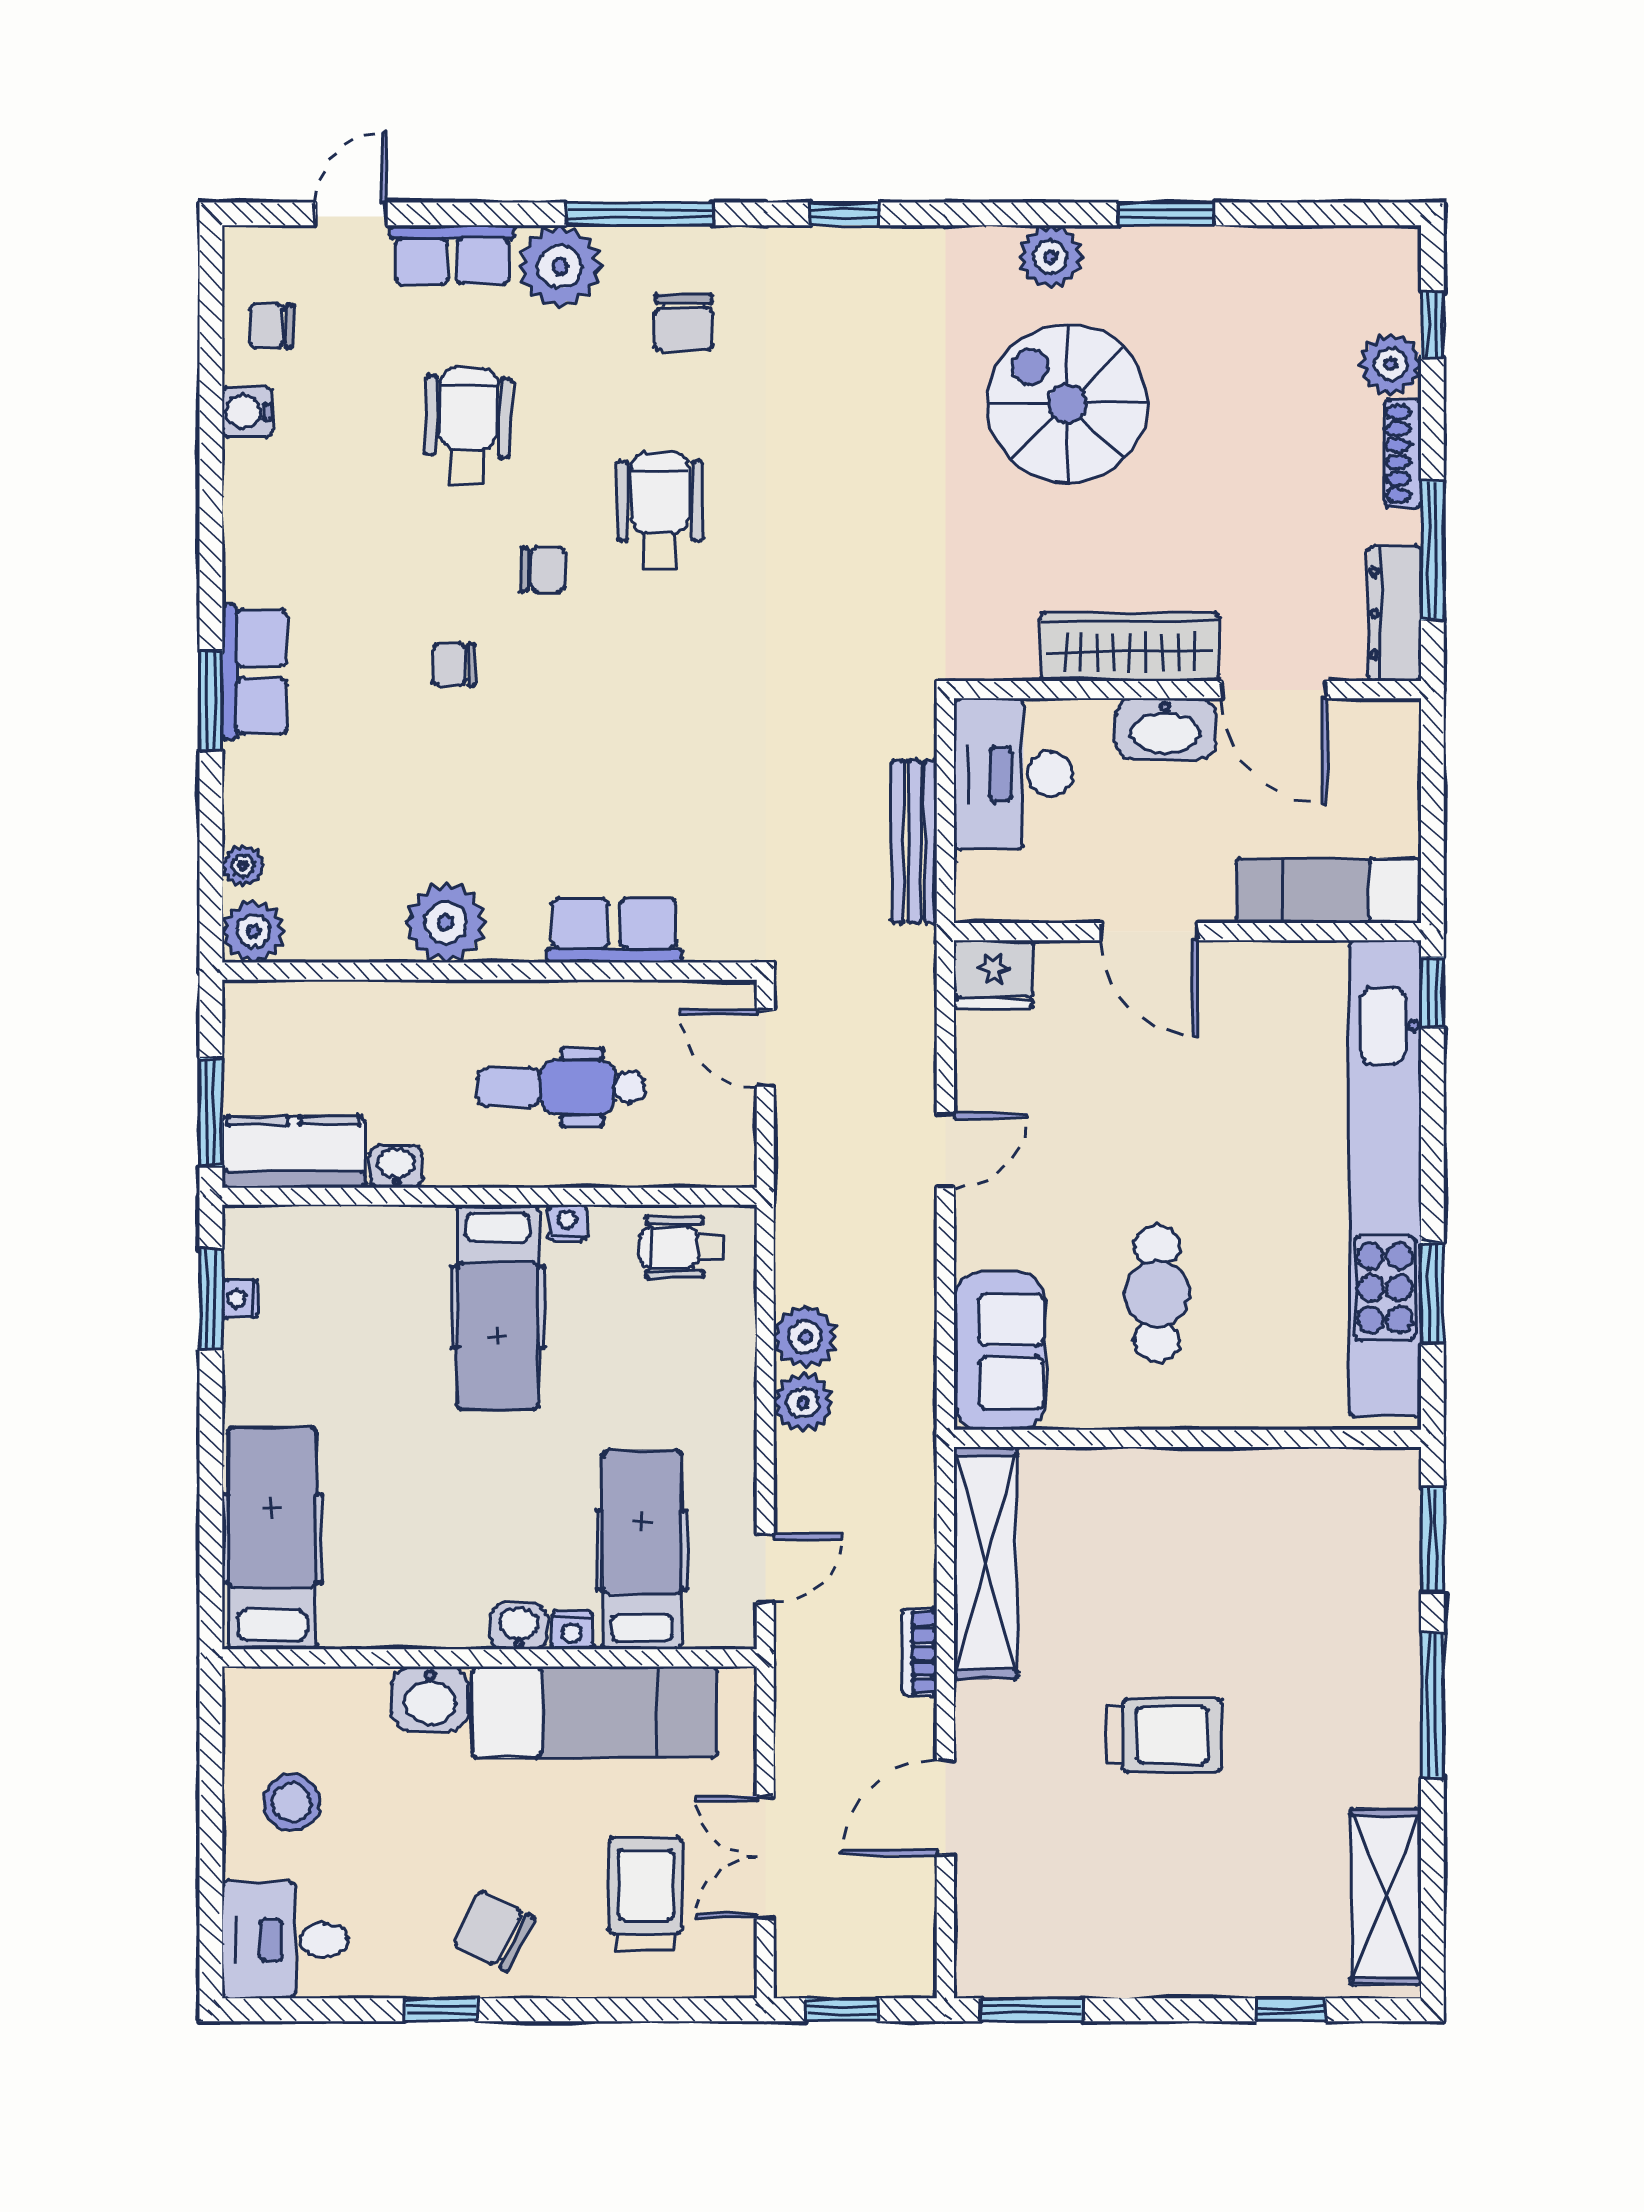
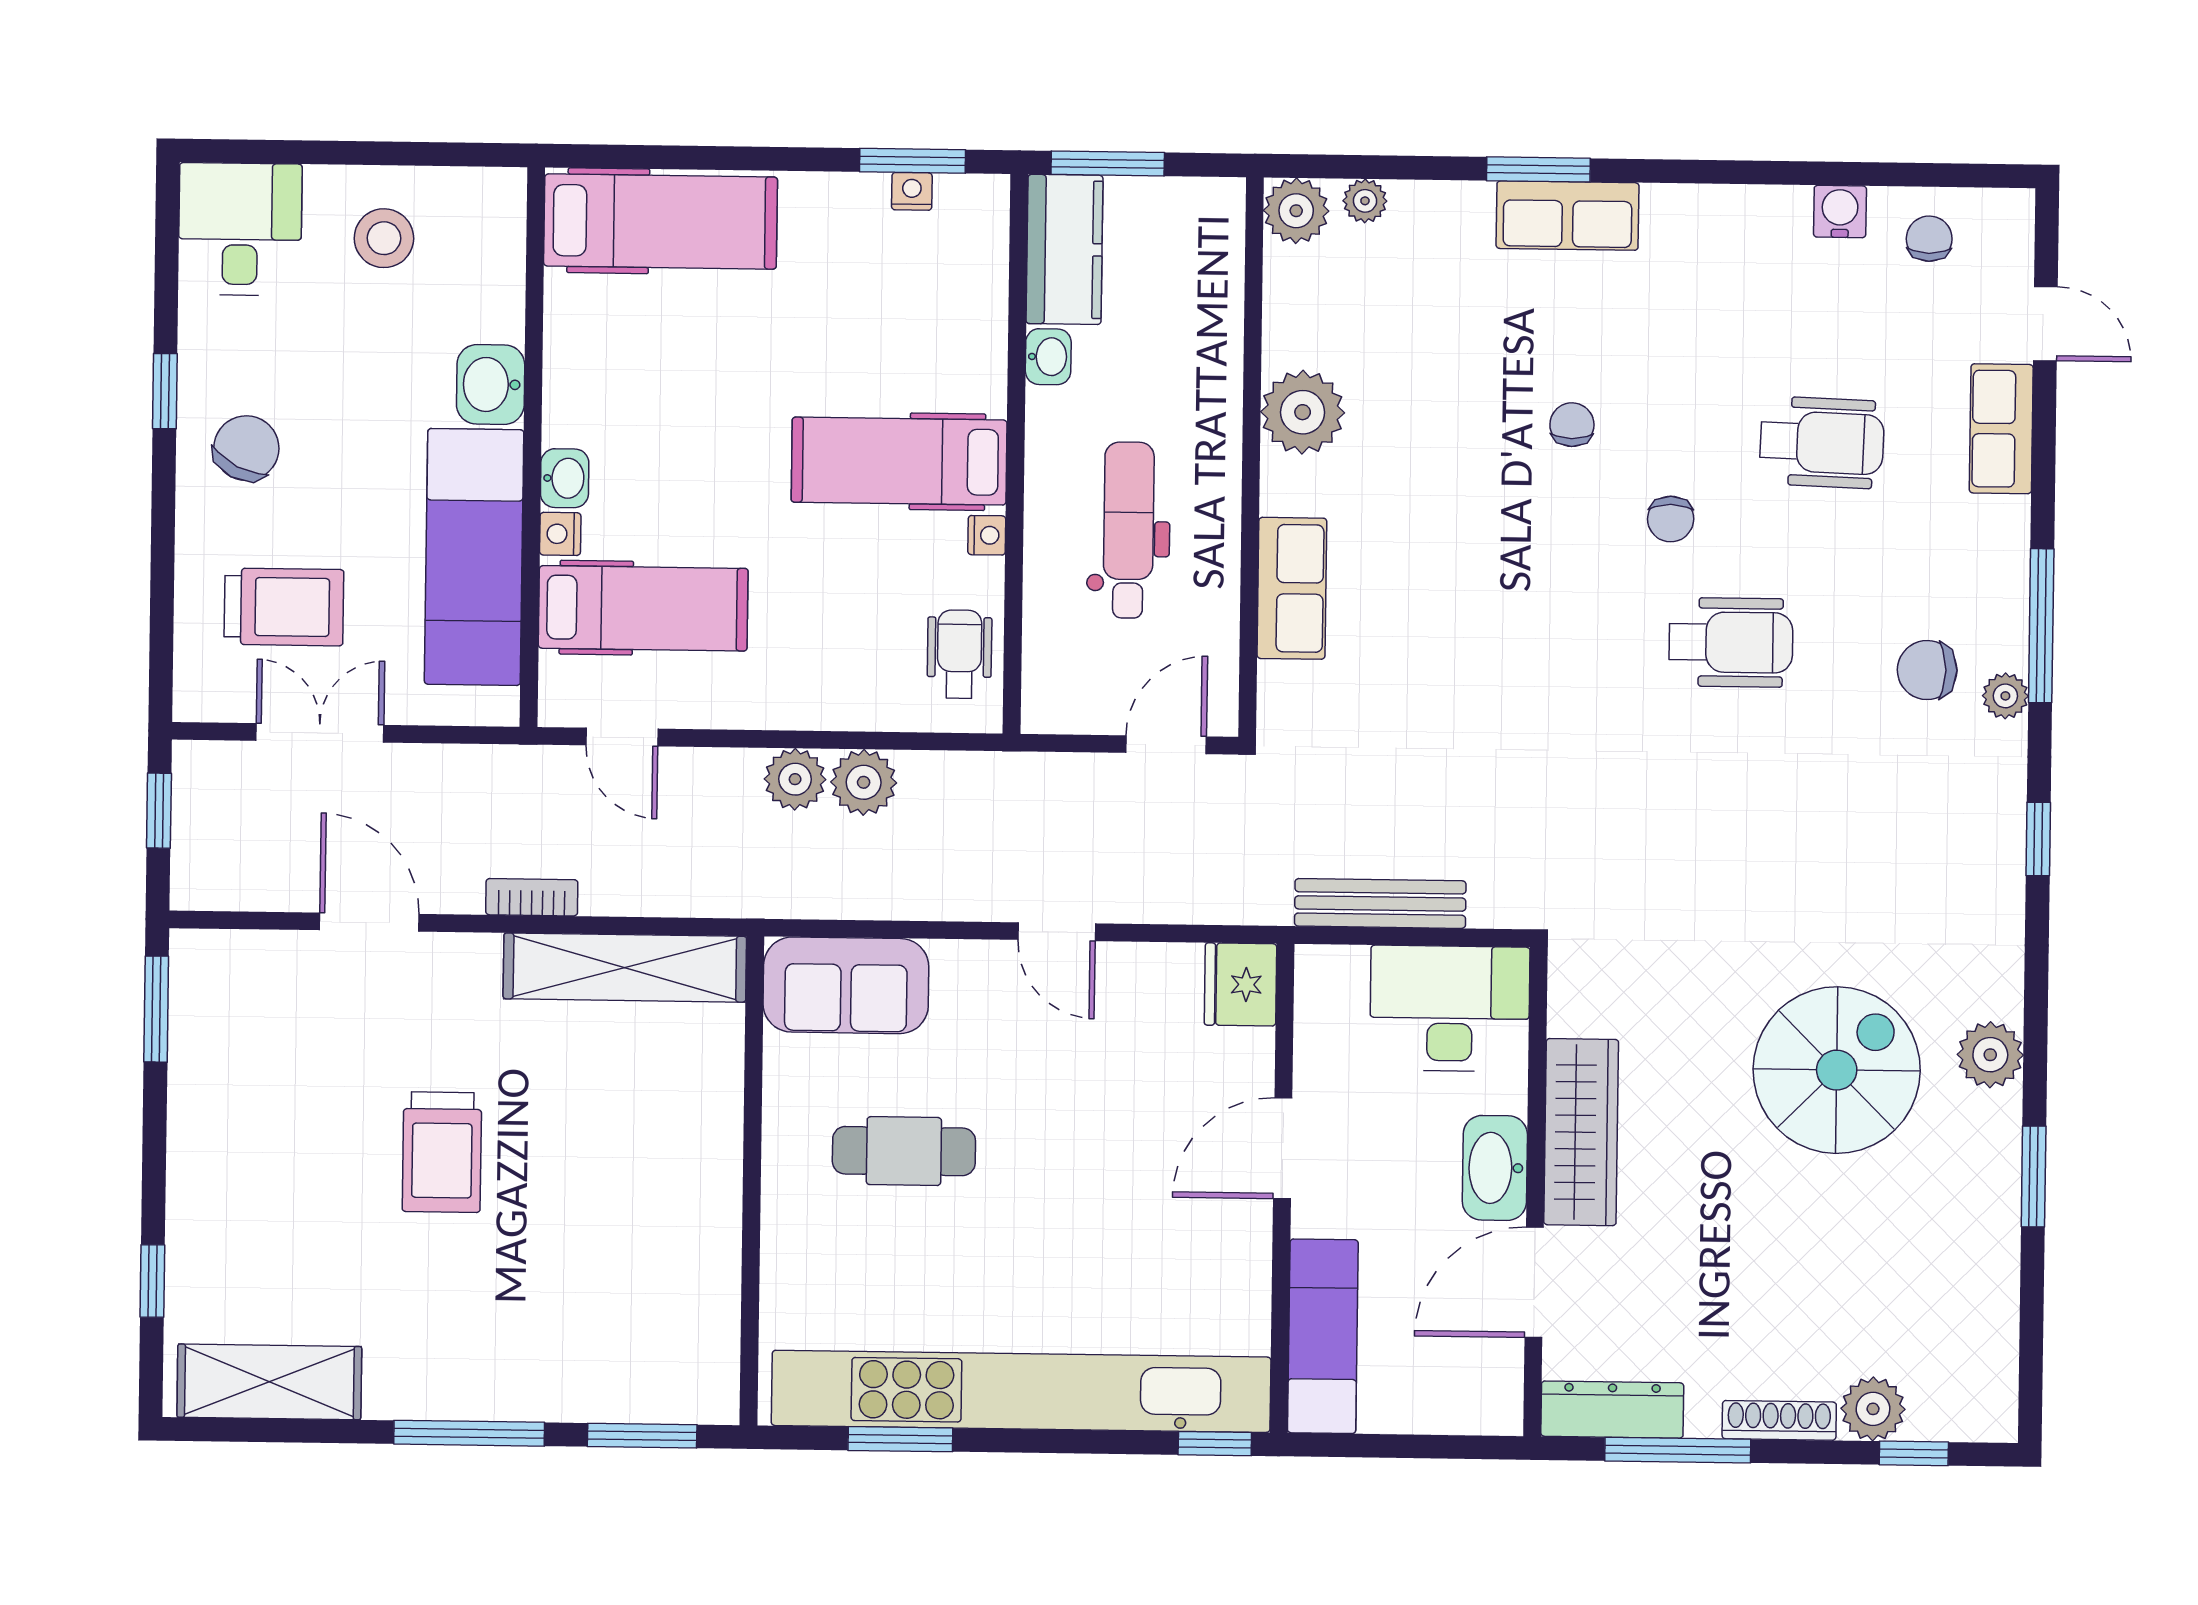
plant: (560, 266) -> (2005, 696), moved, width x0.53, depth x0.53

